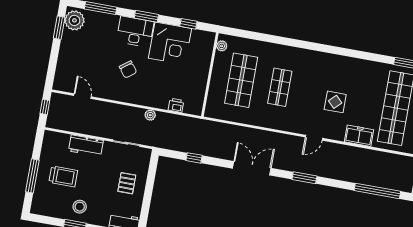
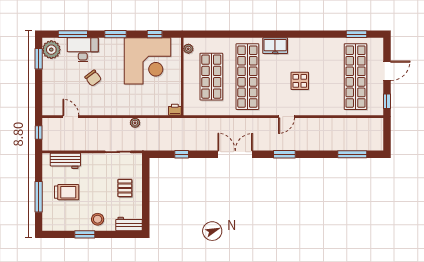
desk: (135, 32) -> (83, 50), moved
corner desk: (170, 43) -> (147, 61), width x1.36, depth x1.36
chair: (128, 69) -> (93, 78), moved
shop shelf: (280, 87) -> (247, 77), width x2.00, depth x1.36
printer: (176, 105) -> (175, 110), moved
freezer: (359, 136) -> (275, 46), moved, turned 180
workbench: (86, 146) -> (65, 161), moved
window: (377, 191) -> (352, 154), width x0.68
stool: (80, 207) -> (98, 219), moved

